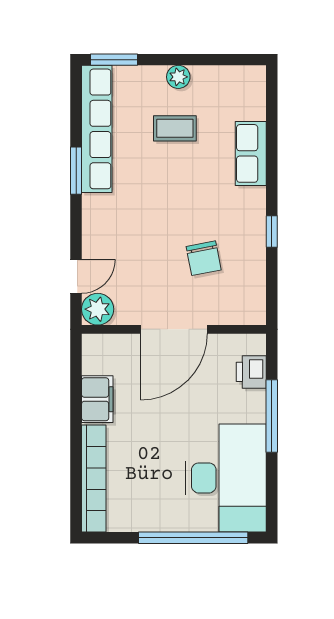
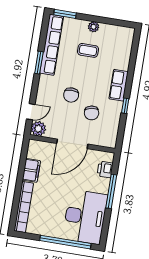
row of seats: (251, 153) -> (119, 85), moved
chair: (155, 228) -> (71, 95), added

